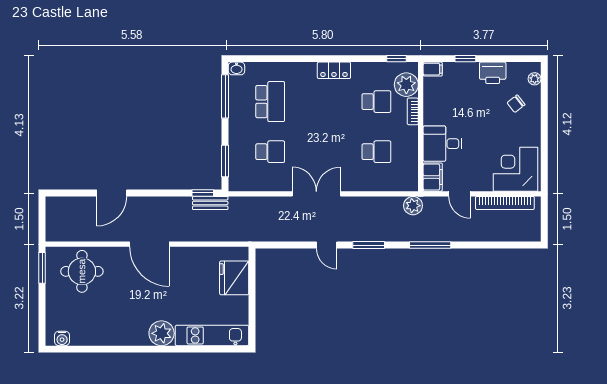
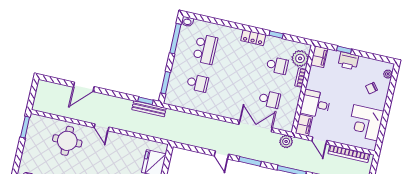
window: (397, 59) -> (276, 35), moved
filing cabinet: (433, 69) -> (319, 57), width x2.00
printer: (493, 73) -> (348, 61), moved
corner desk: (515, 169) -> (366, 123), moved, turned -90
double door: (316, 194) -> (255, 126), moved
bench: (210, 203) -> (149, 109), width x1.36
door: (149, 244) -> (101, 127), width x0.53
round table: (82, 271) -> (67, 141), moved

